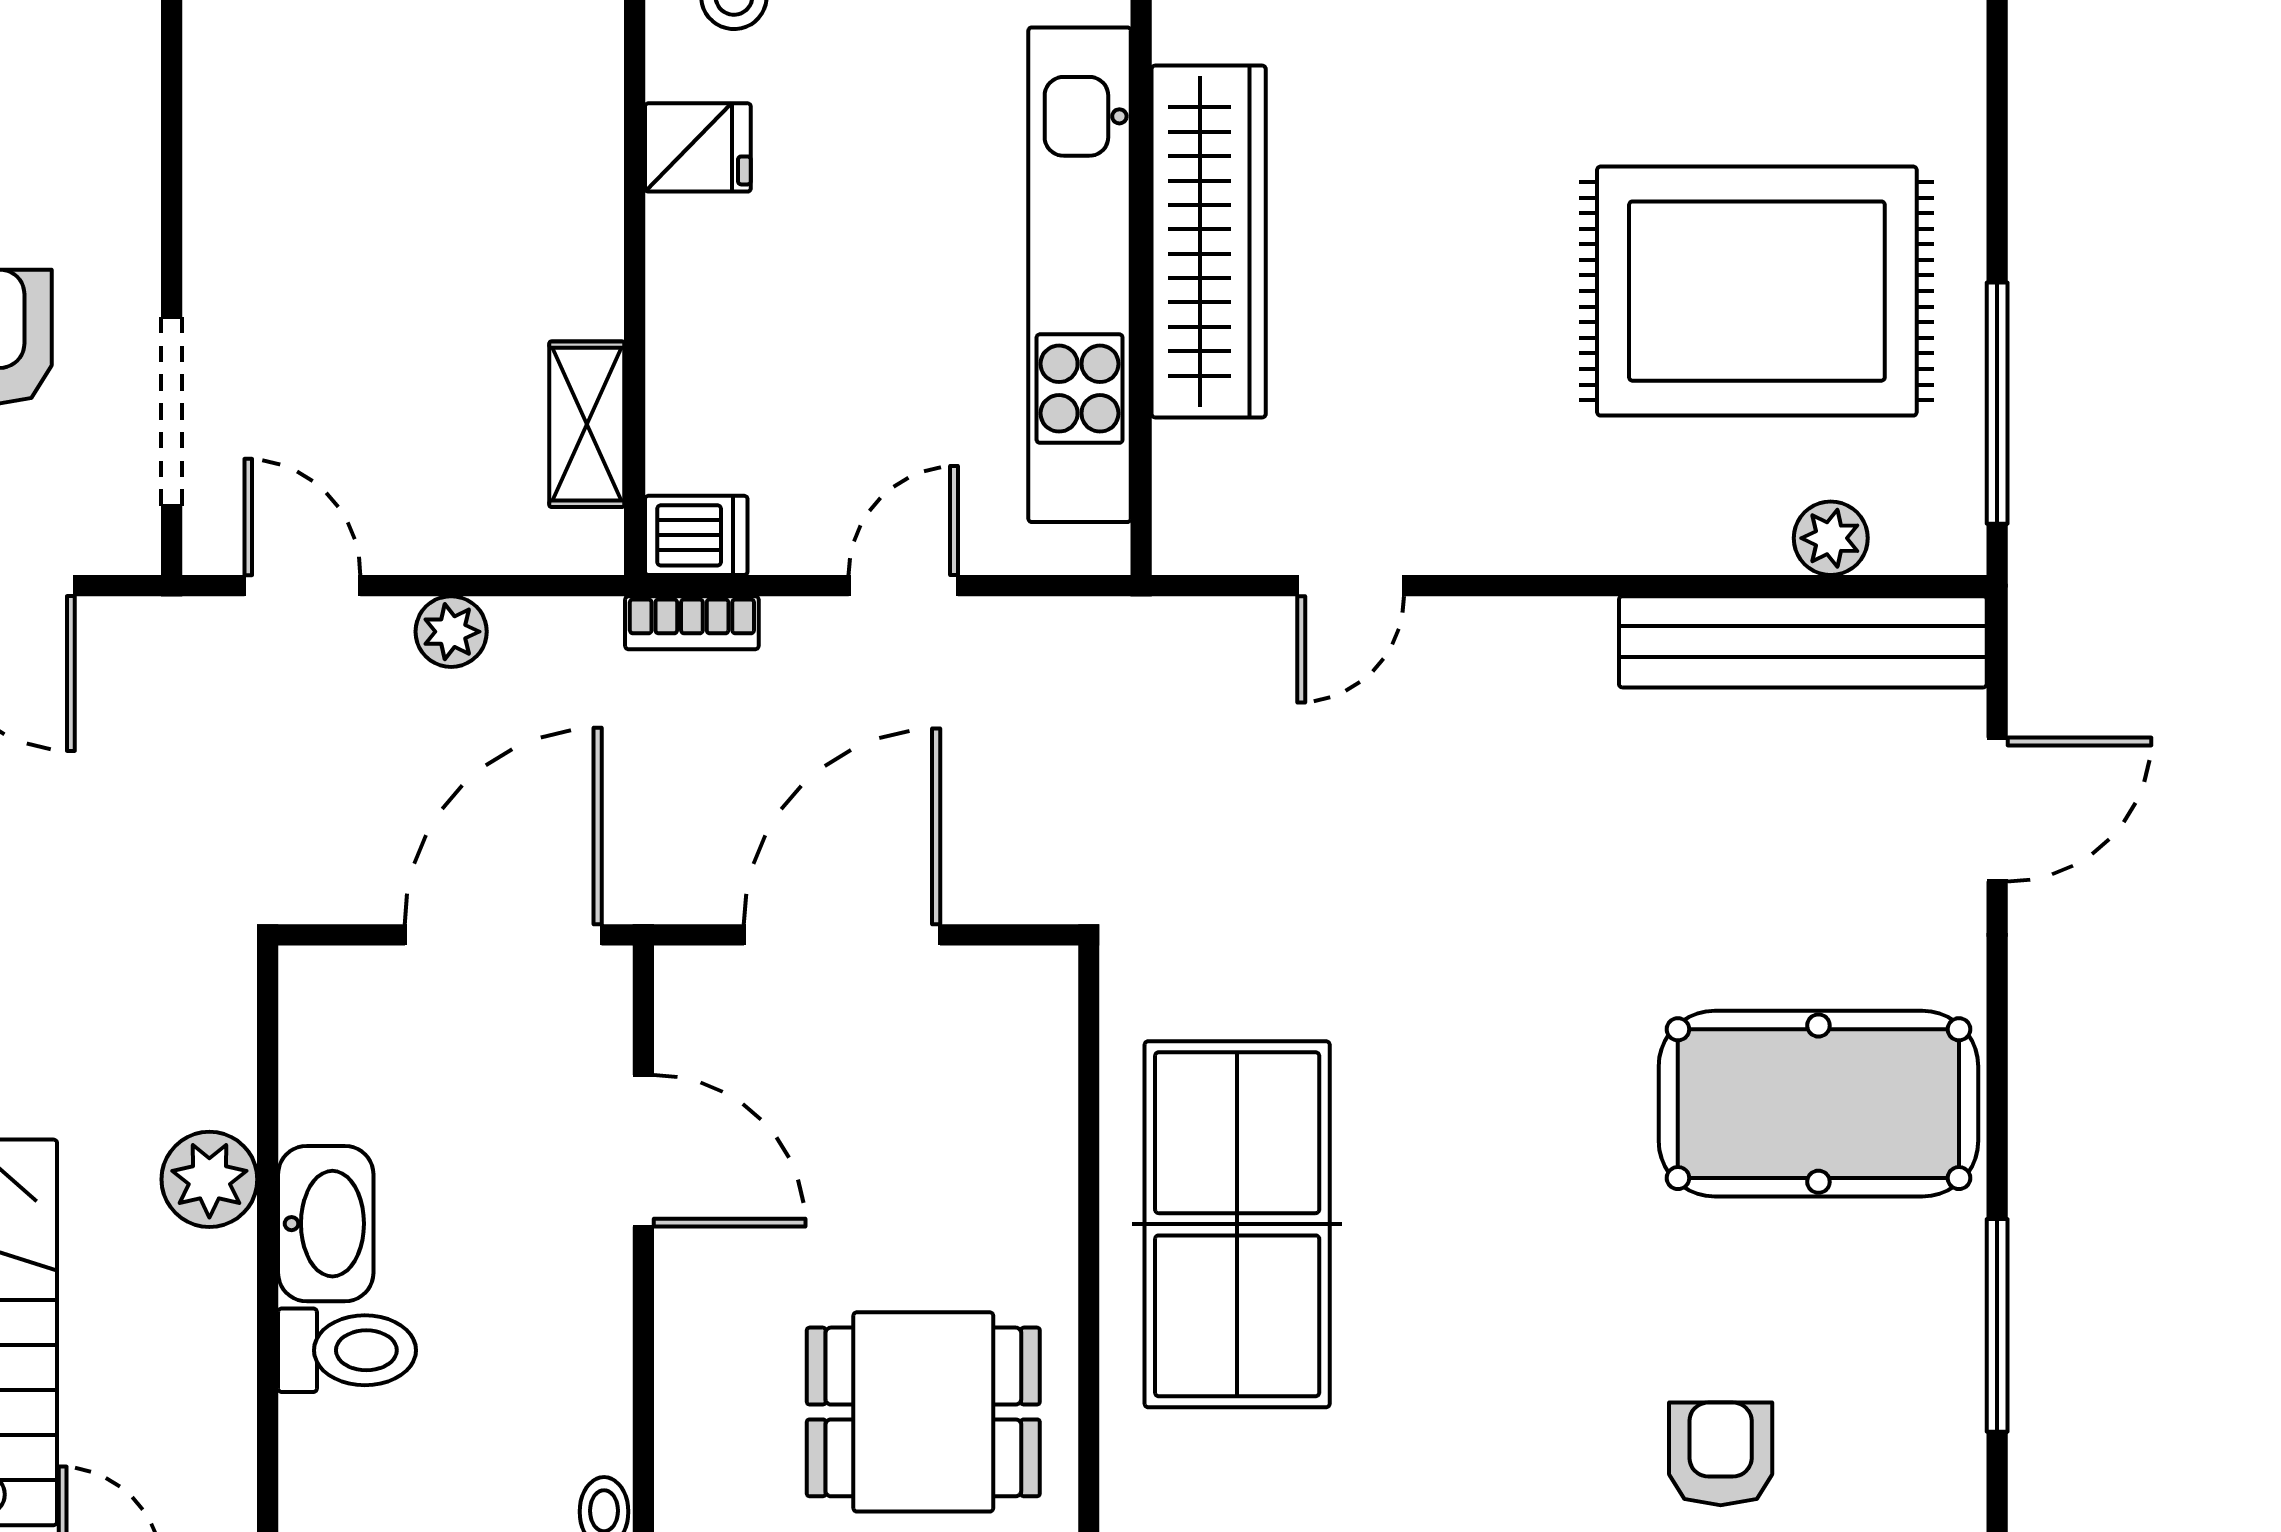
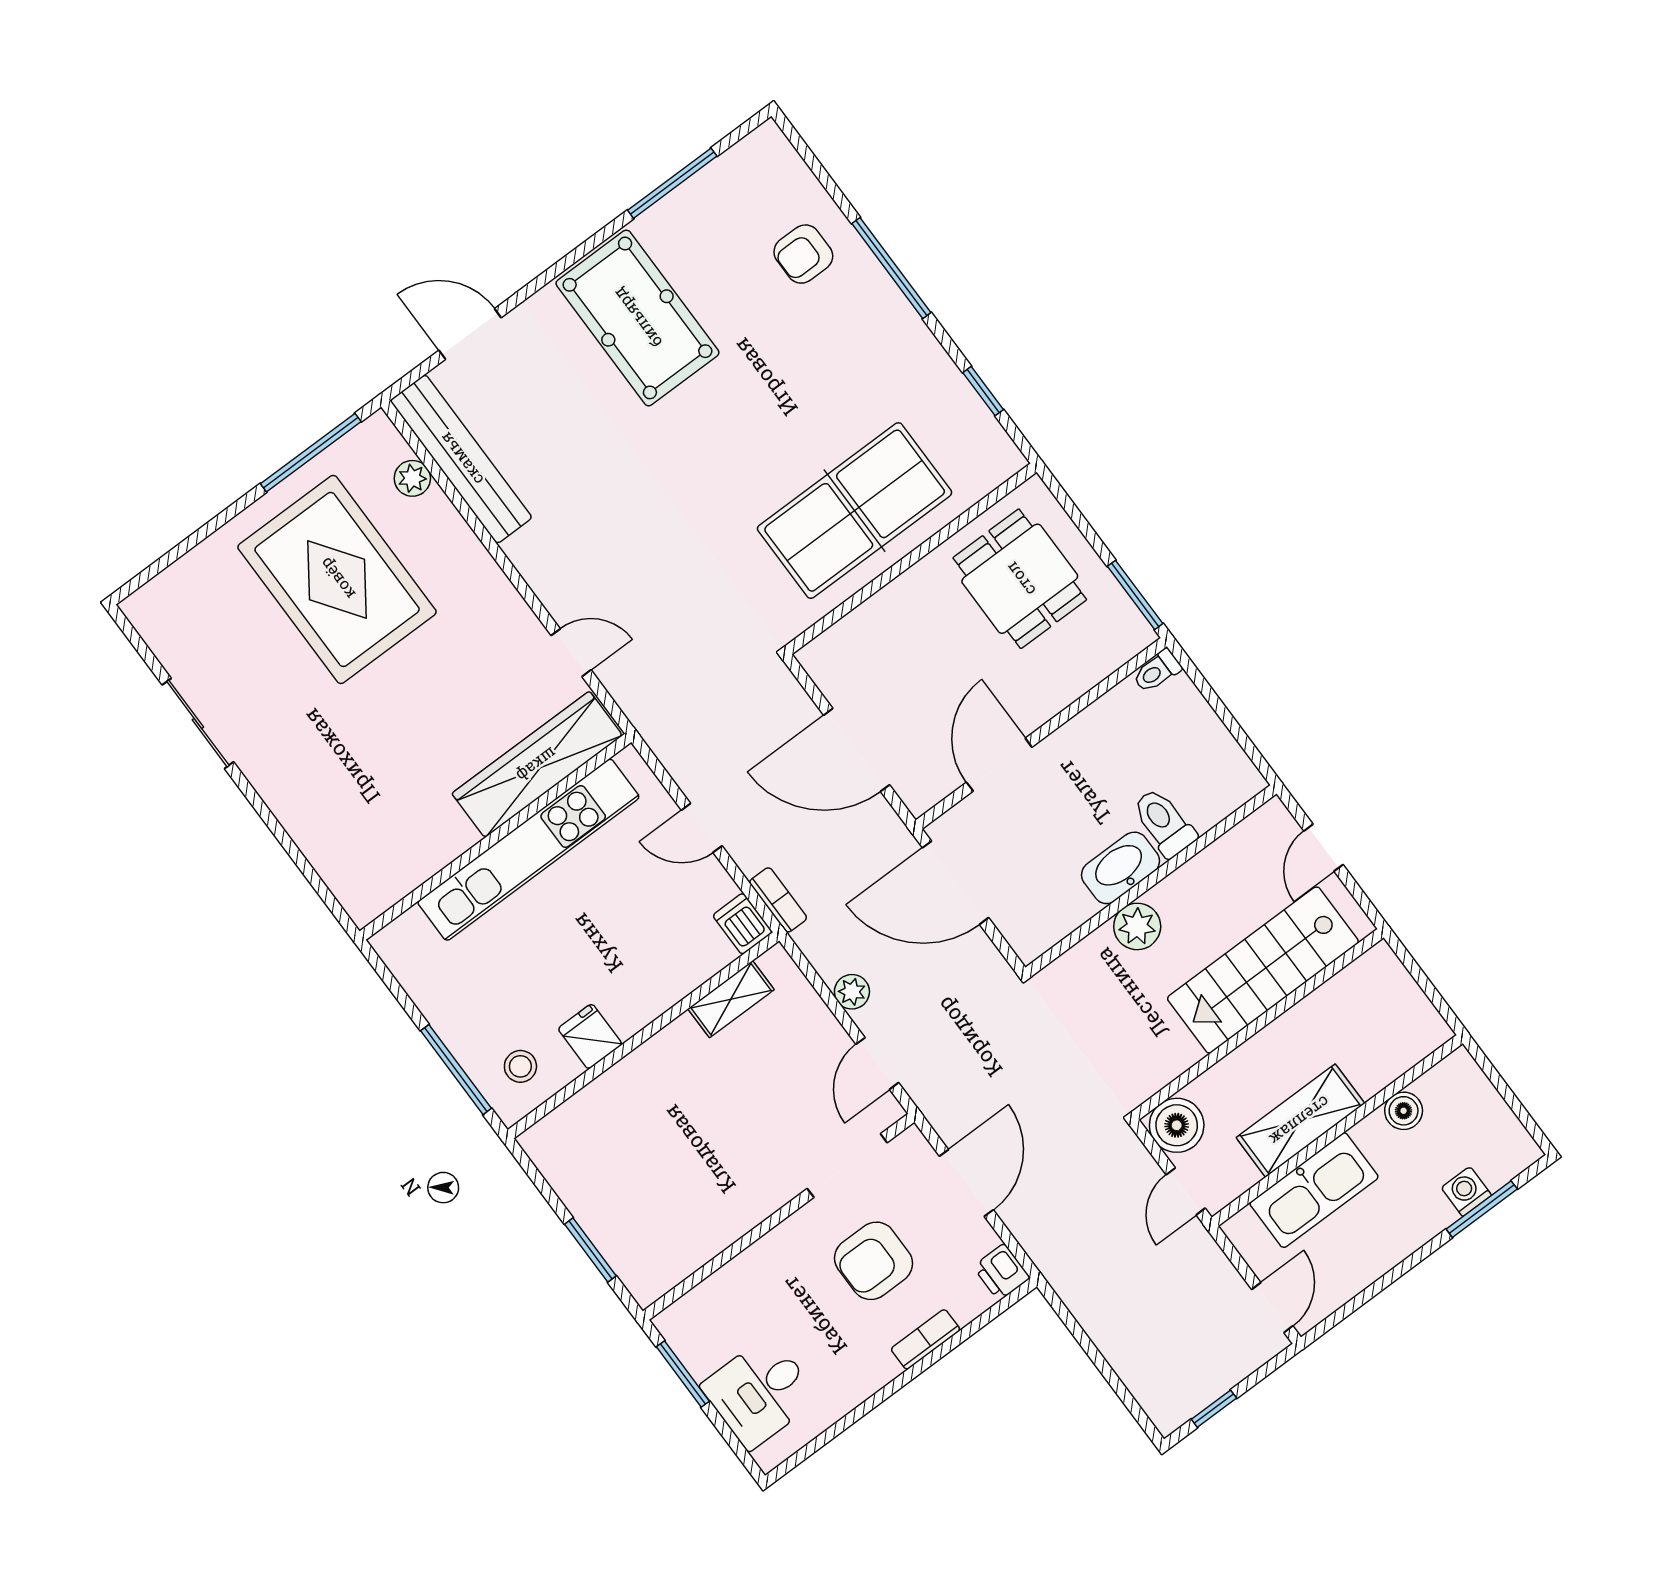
wardrobe: (1209, 242) -> (537, 765), moved

